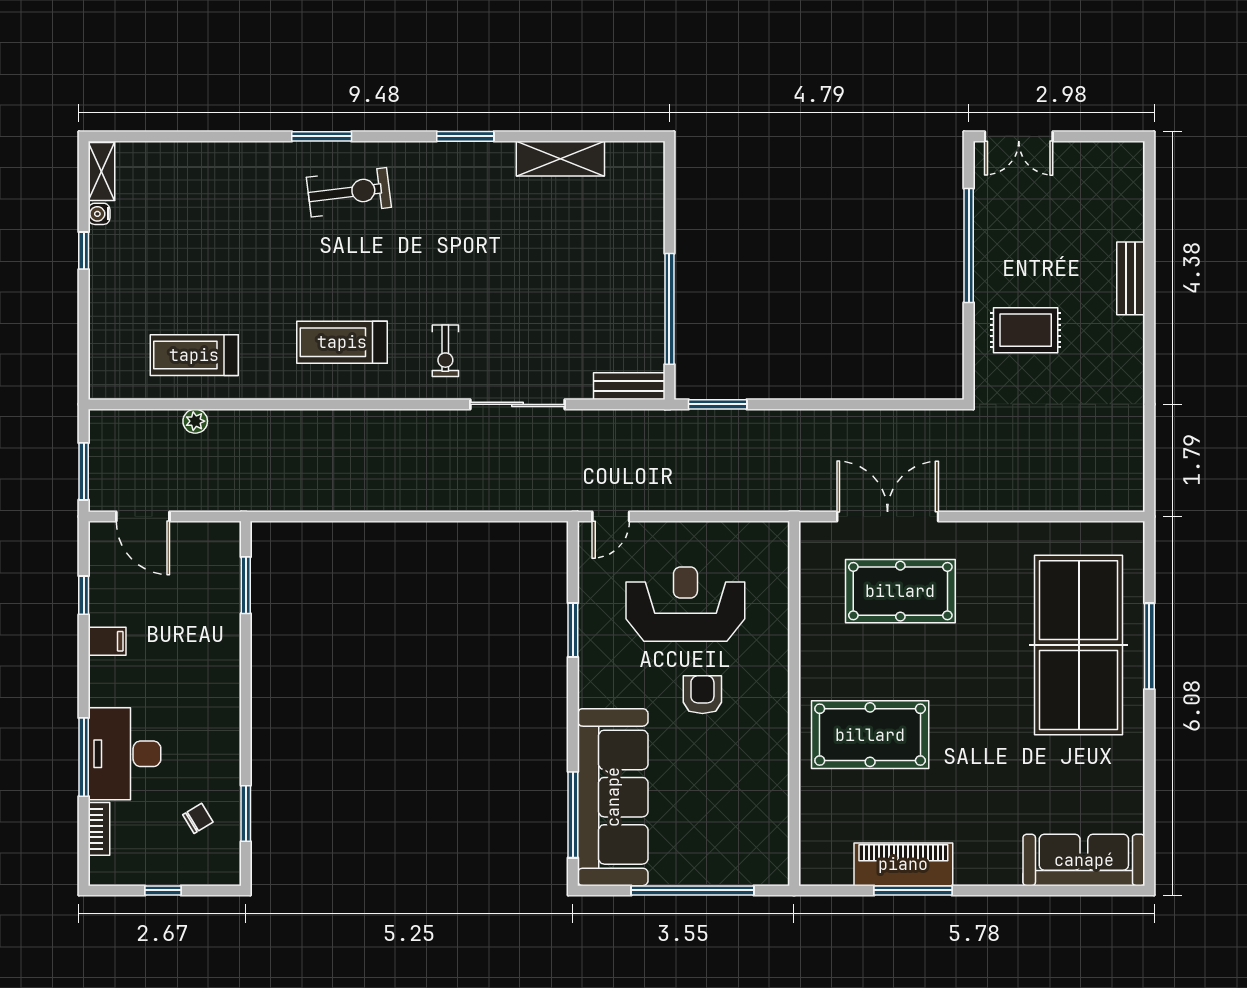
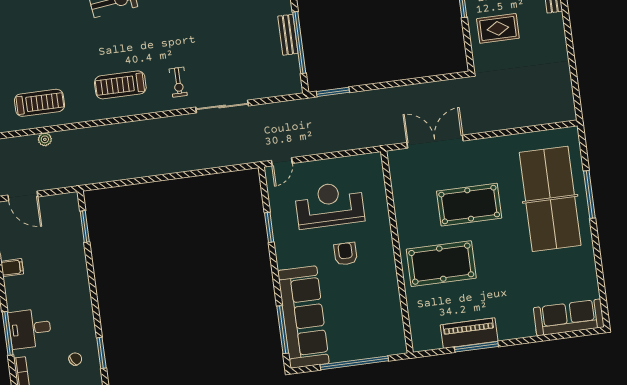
treadmill: (194, 355) -> (39, 103), turned 180
bench: (629, 386) -> (288, 35), moved, turned 90
pool table: (900, 591) -> (469, 205), moved
desk: (124, 754) -> (30, 329), width x0.73

